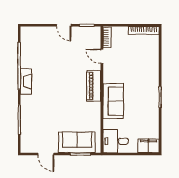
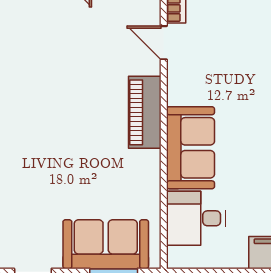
desk: (115, 141) -> (196, 218), moved

